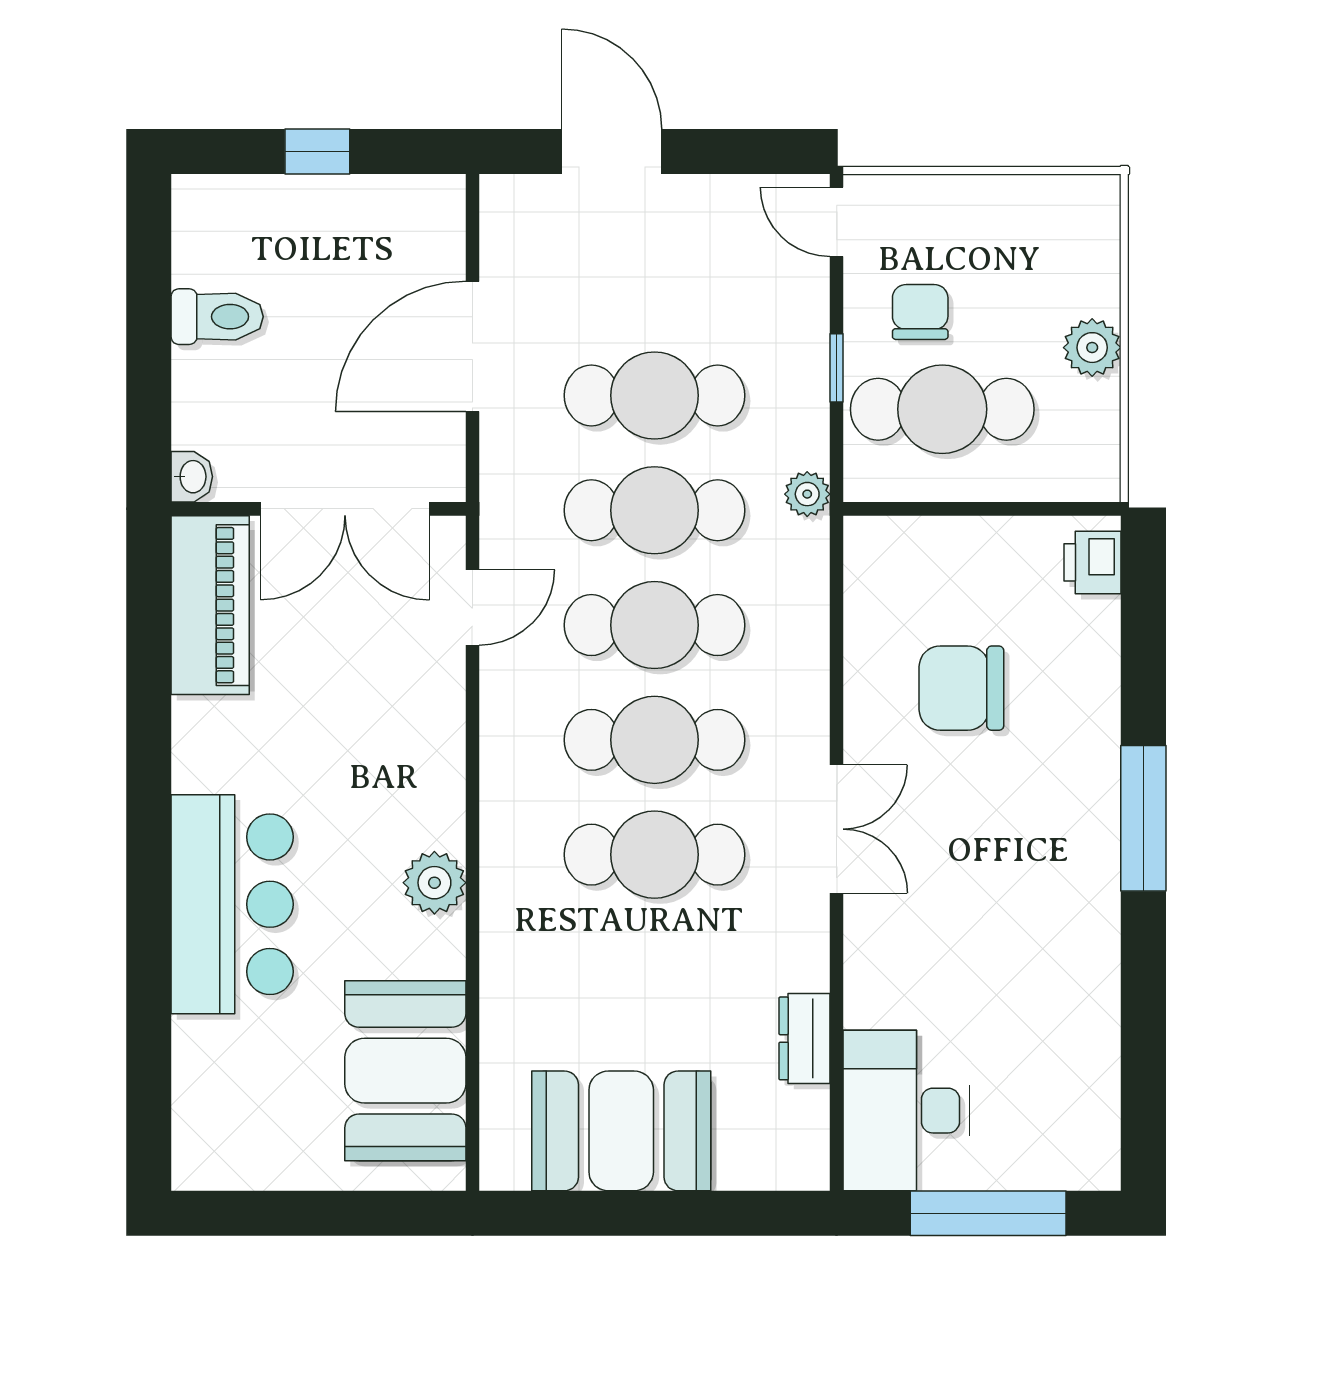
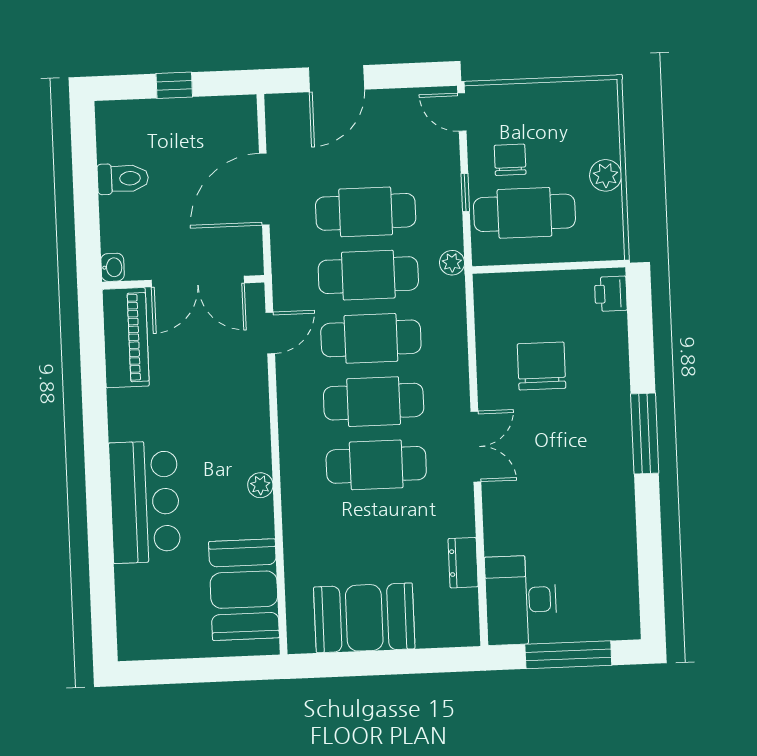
door: (612, 152) -> (336, 79), swing flipped
chair: (961, 688) -> (542, 366), turned 90
plant: (434, 883) -> (260, 485), width x0.73, depth x0.73

